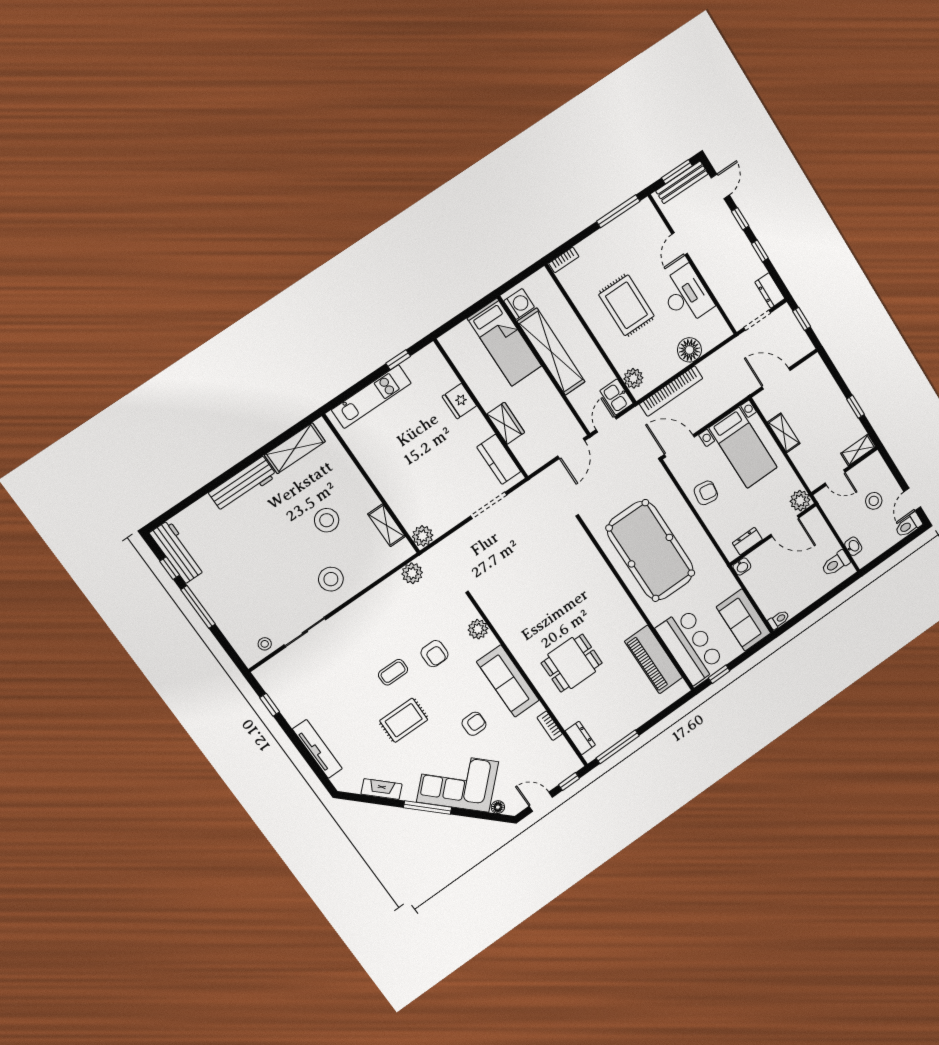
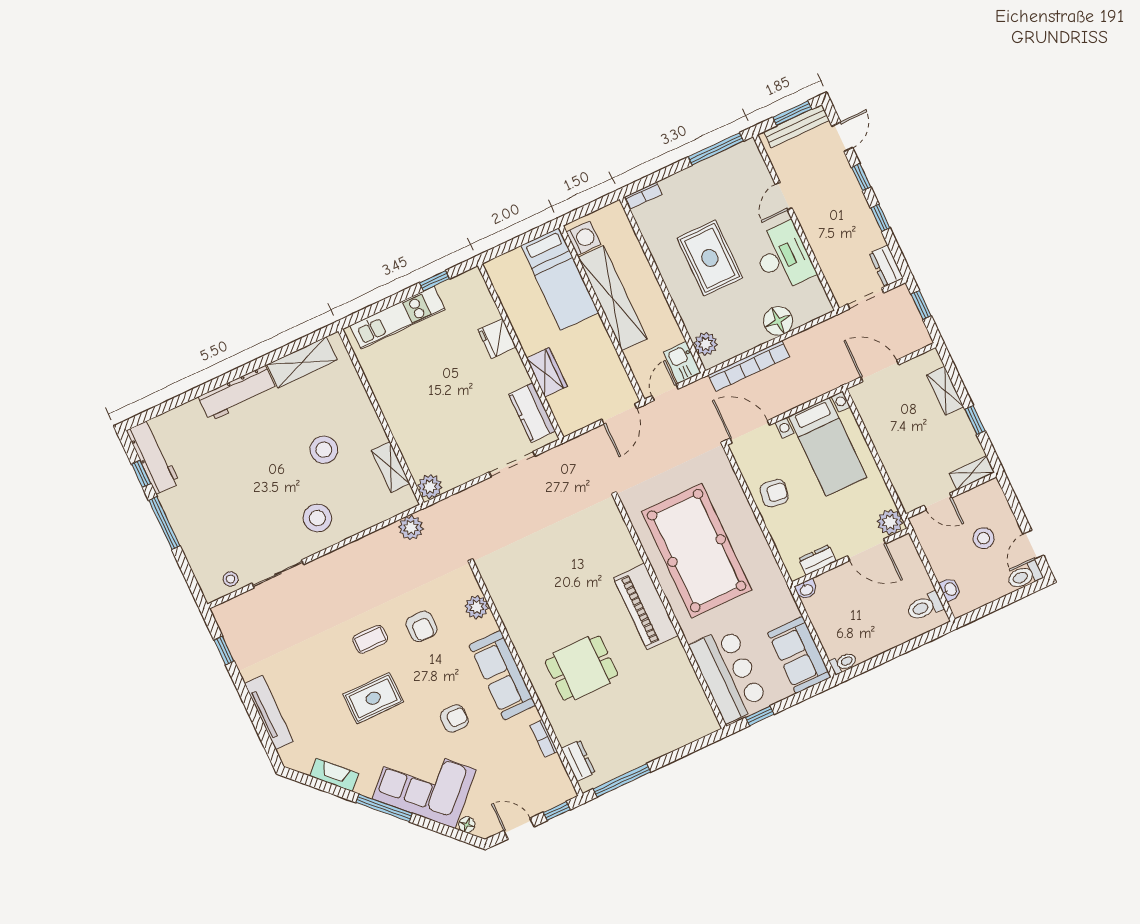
shelving: (784, 433) -> (945, 391), moved
piano: (654, 659) -> (646, 607), moved

